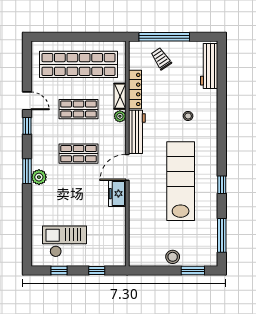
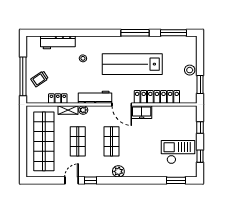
workbench: (209, 66) -> (58, 42), moved
locker: (135, 89) -> (58, 99), width x0.66
window: (27, 171) -> (176, 180), moved
plant: (39, 177) -> (118, 171), moved
window: (222, 185) -> (135, 33), width x2.17
locker: (137, 214) -> (157, 97), added
checkout: (64, 241) -> (178, 152), turned 90
window: (193, 271) -> (200, 85), moved

